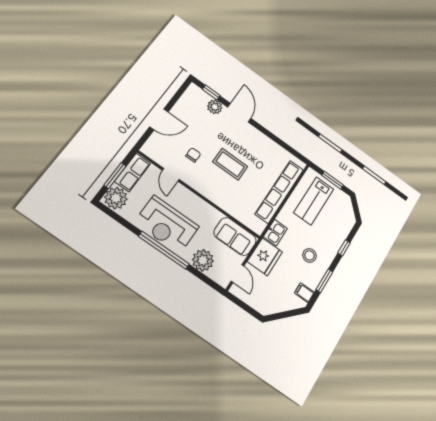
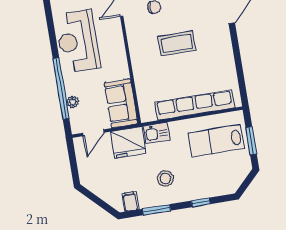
coffee table: (230, 164) -> (177, 43), turned 90
window: (164, 250) -> (61, 89), moved
plant: (203, 260) -> (73, 102), width x0.53, depth x0.53

